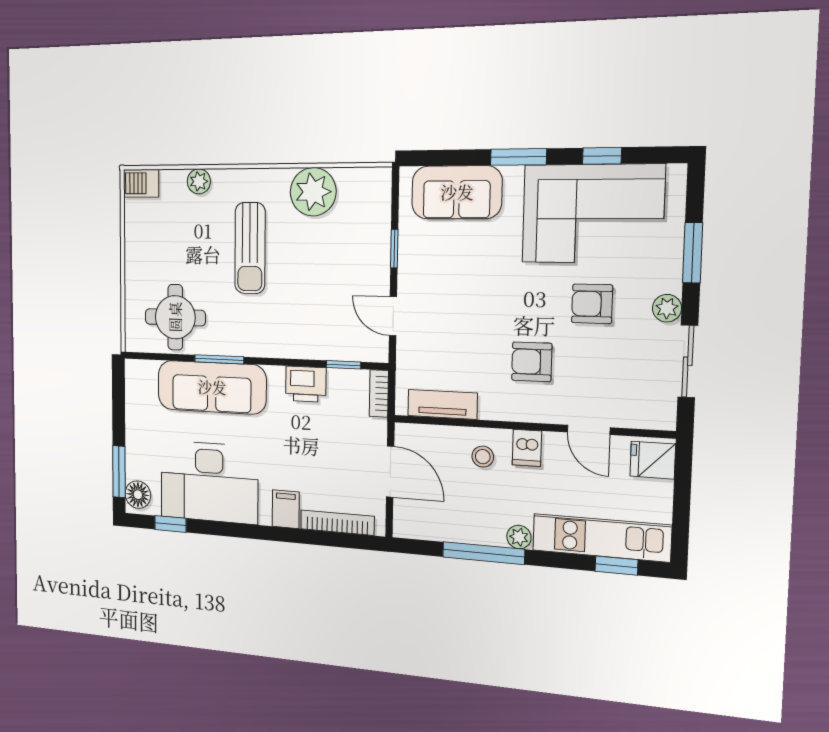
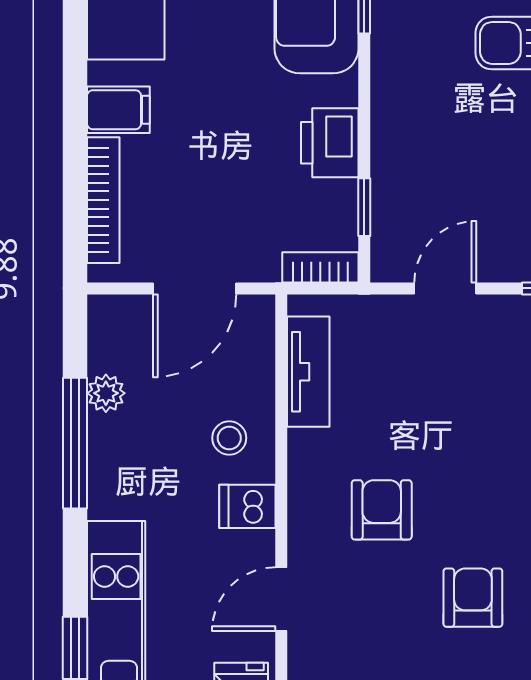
plant: (519, 537) -> (106, 393), moved

